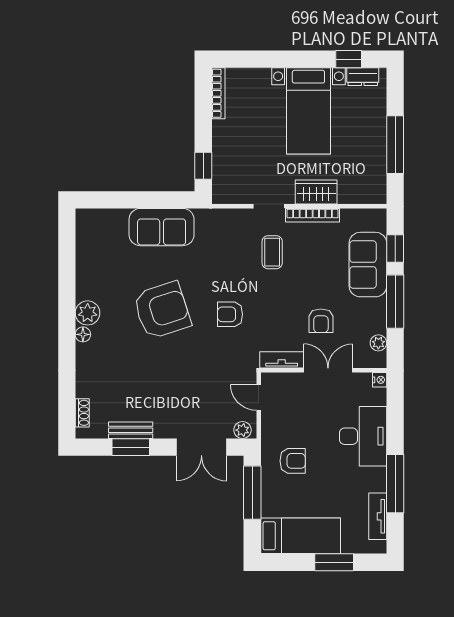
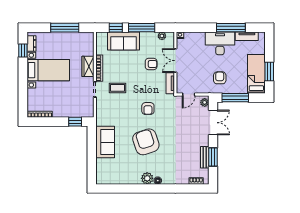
desk: (363, 436) -> (220, 43), moved
window: (334, 562) -> (269, 72), moved

